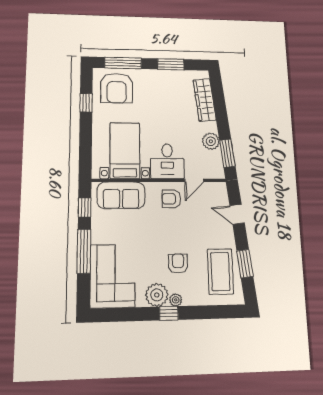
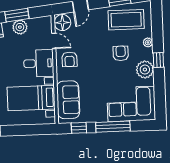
window: (227, 153) -> (17, 15), moved
floor lamp: (216, 192) -> (62, 23), added
armchair: (178, 263) -> (121, 53), turned 90
plant: (176, 300) -> (148, 42), moved

